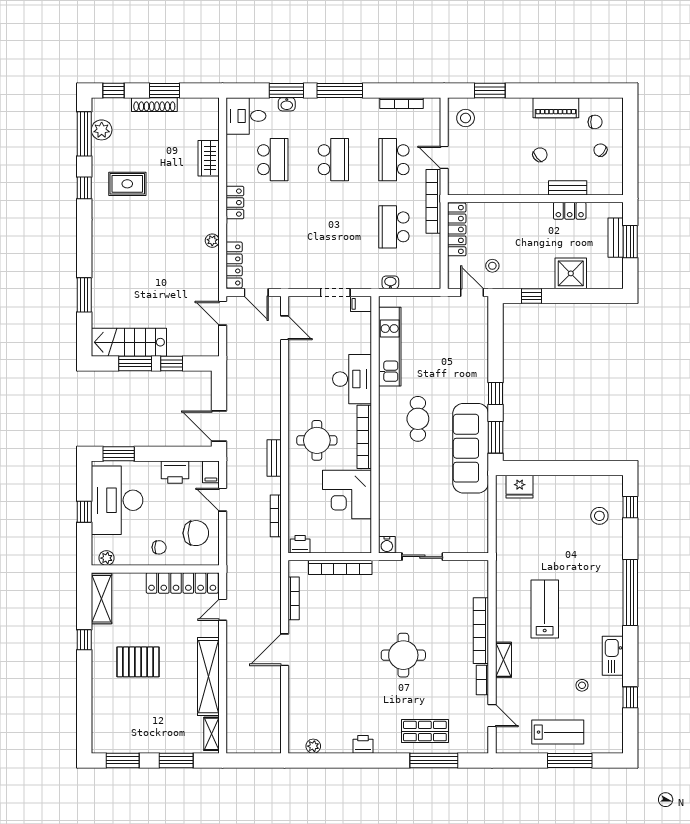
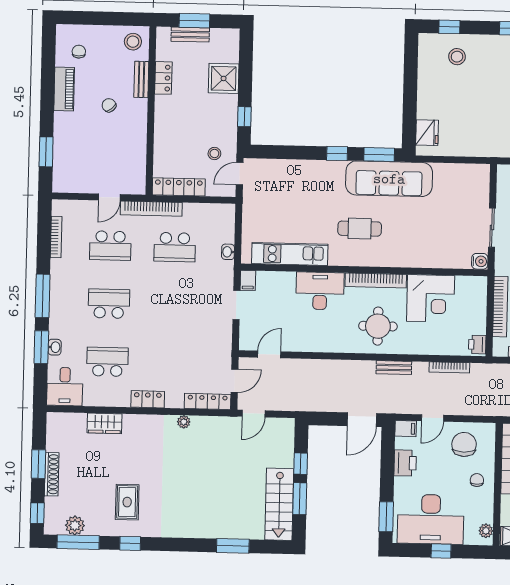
stool: (466, 118) -> (133, 42), moved
chair: (600, 150) -> (106, 47), removed

